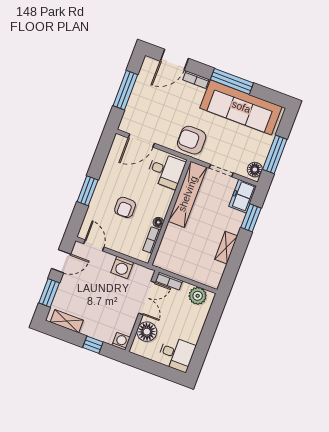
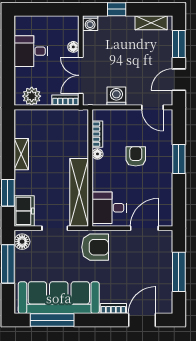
window: (232, 81) -> (52, 320), moved
floor lamp: (147, 332) -> (73, 47), width x0.53, depth x0.53
desk: (176, 354) -> (31, 51), moved

